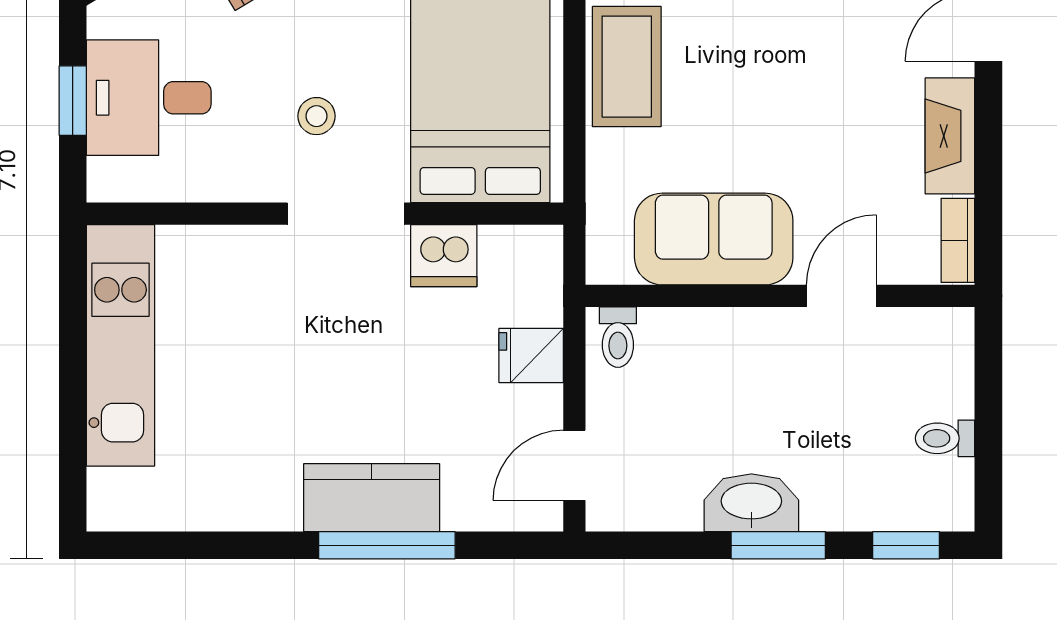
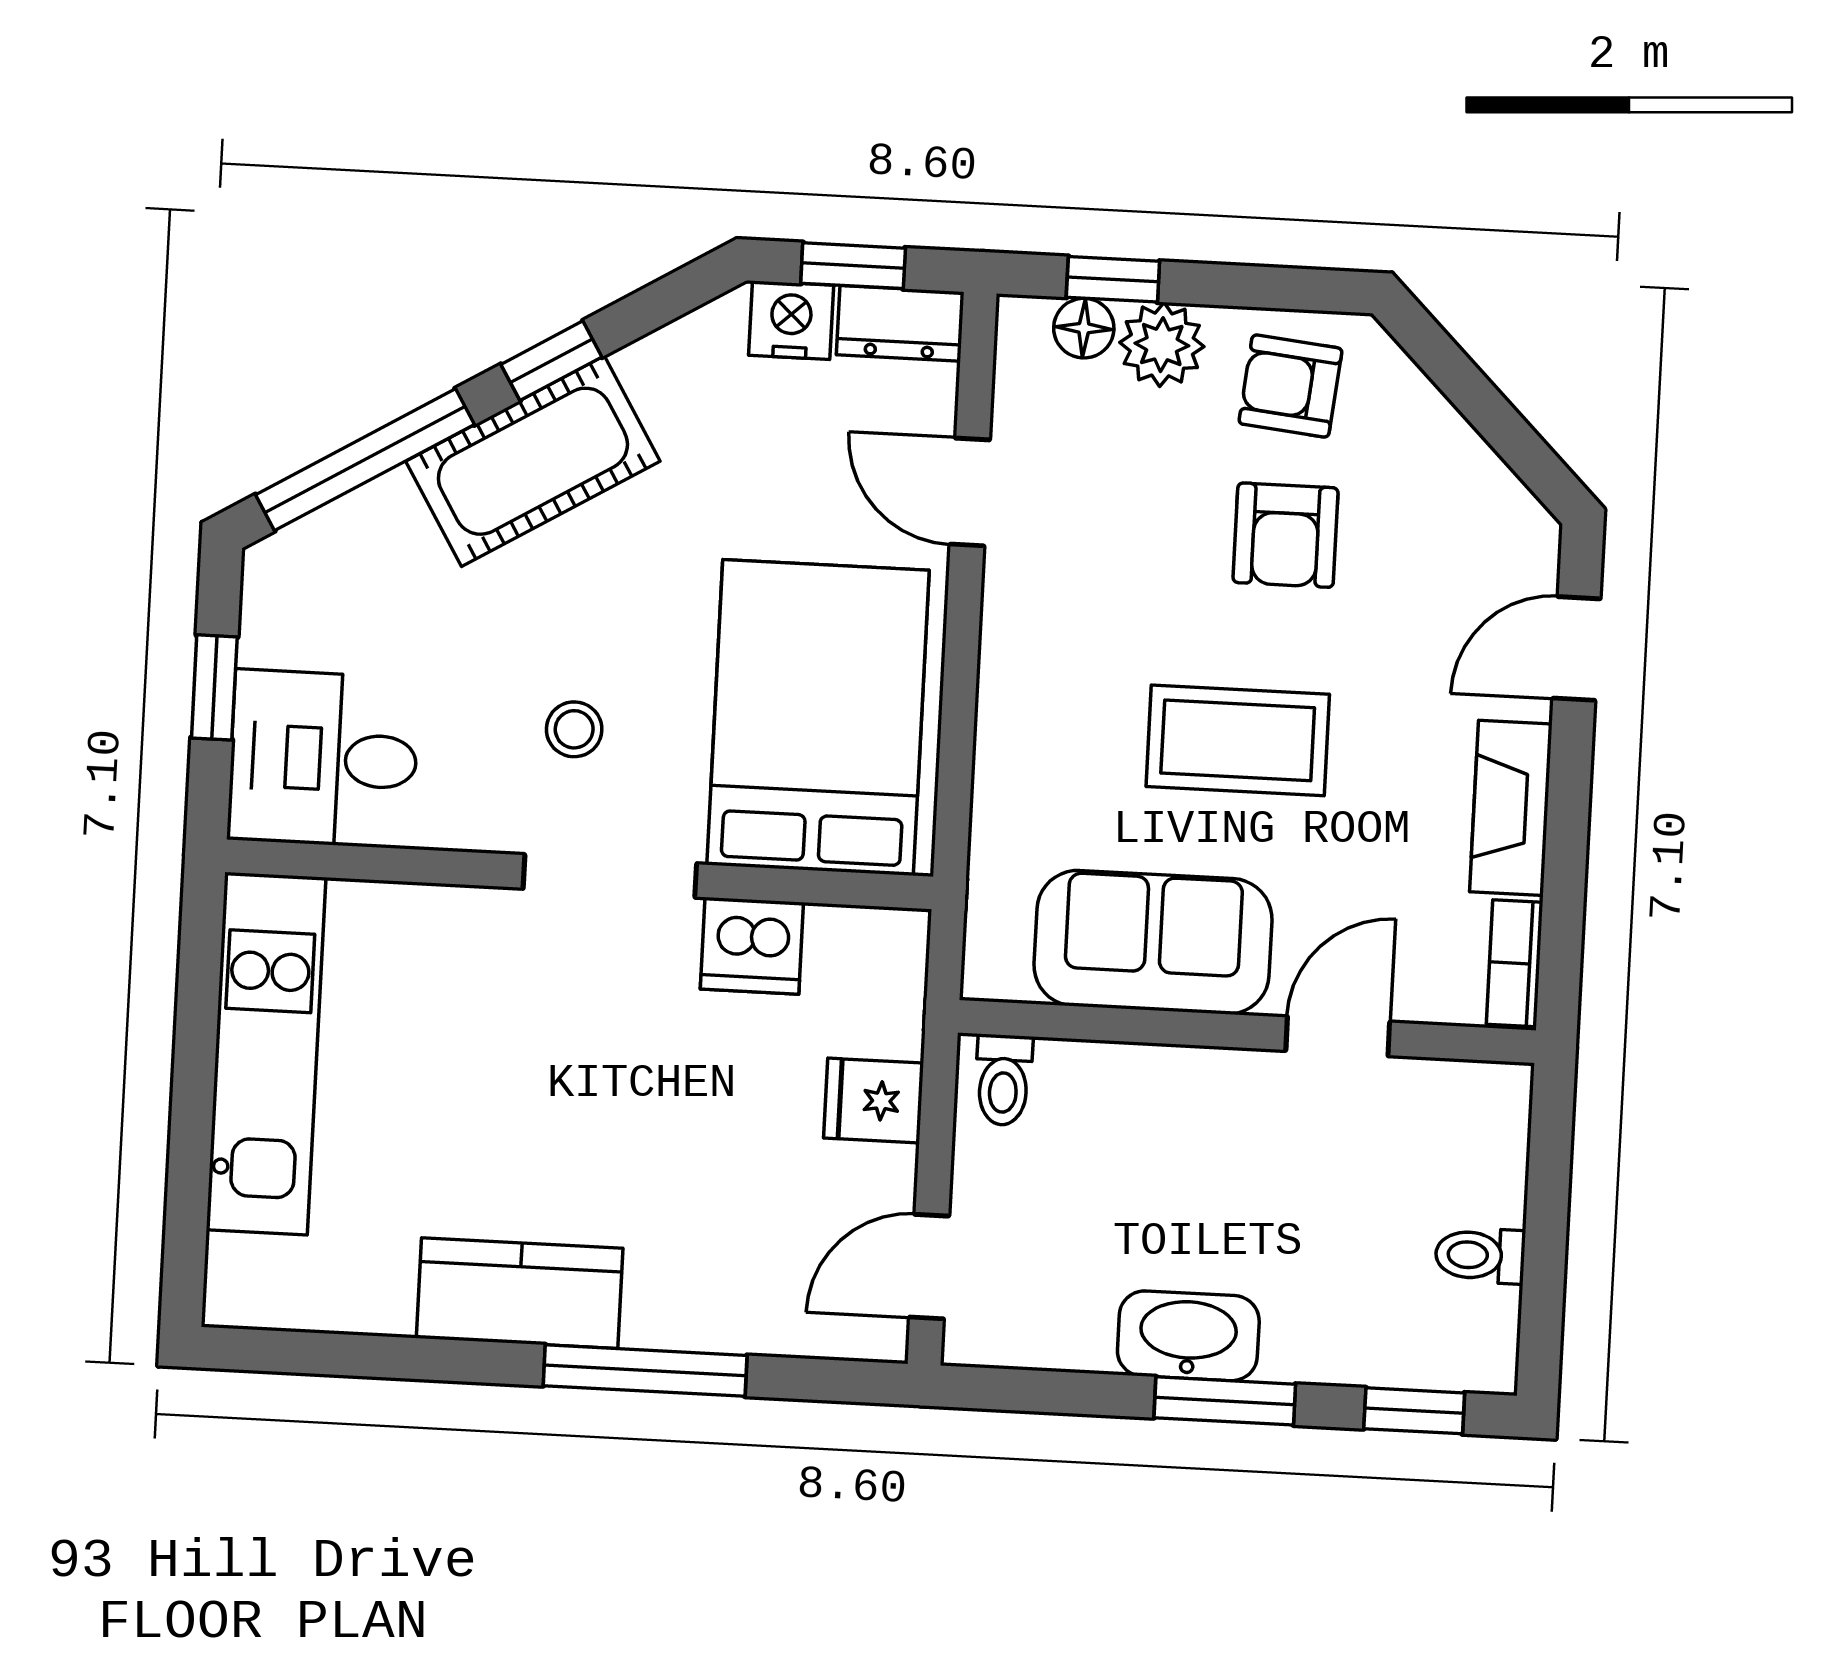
coffee table: (627, 67) -> (1238, 740), moved, turned 90
desk: (149, 98) -> (323, 759), moved
kitchen counter: (372, 498) -> (520, 1293), moved

